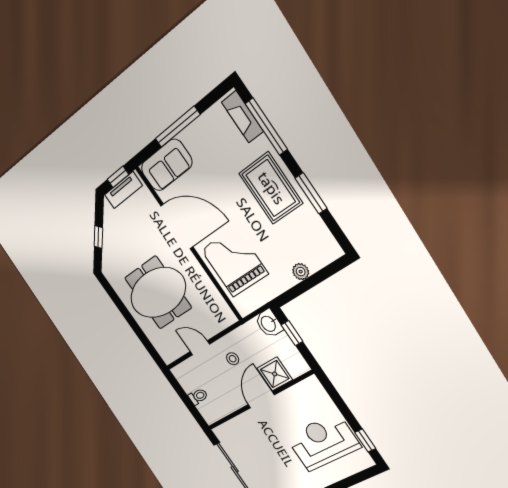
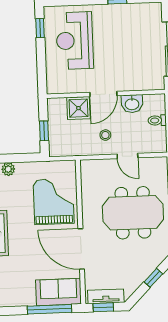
window: (178, 127) -> (50, 309), moved
grand piano: (234, 262) -> (54, 201), turned 180
washbasin: (269, 324) -> (132, 104), moved, turned 90
reception desk: (323, 442) -> (75, 41), turned 90

